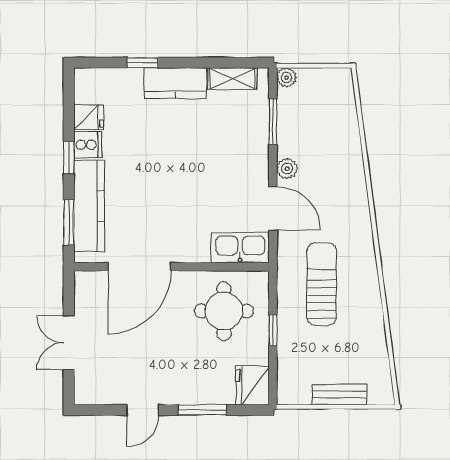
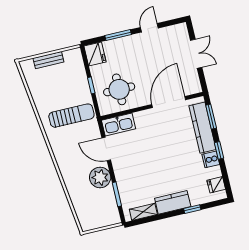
plant: (287, 77) -> (115, 219), removed
fridge: (89, 117) -> (216, 185), moved
plant: (287, 169) -> (100, 177), width x1.87, depth x1.87
sun lounger: (322, 284) -> (71, 116), turned -90

